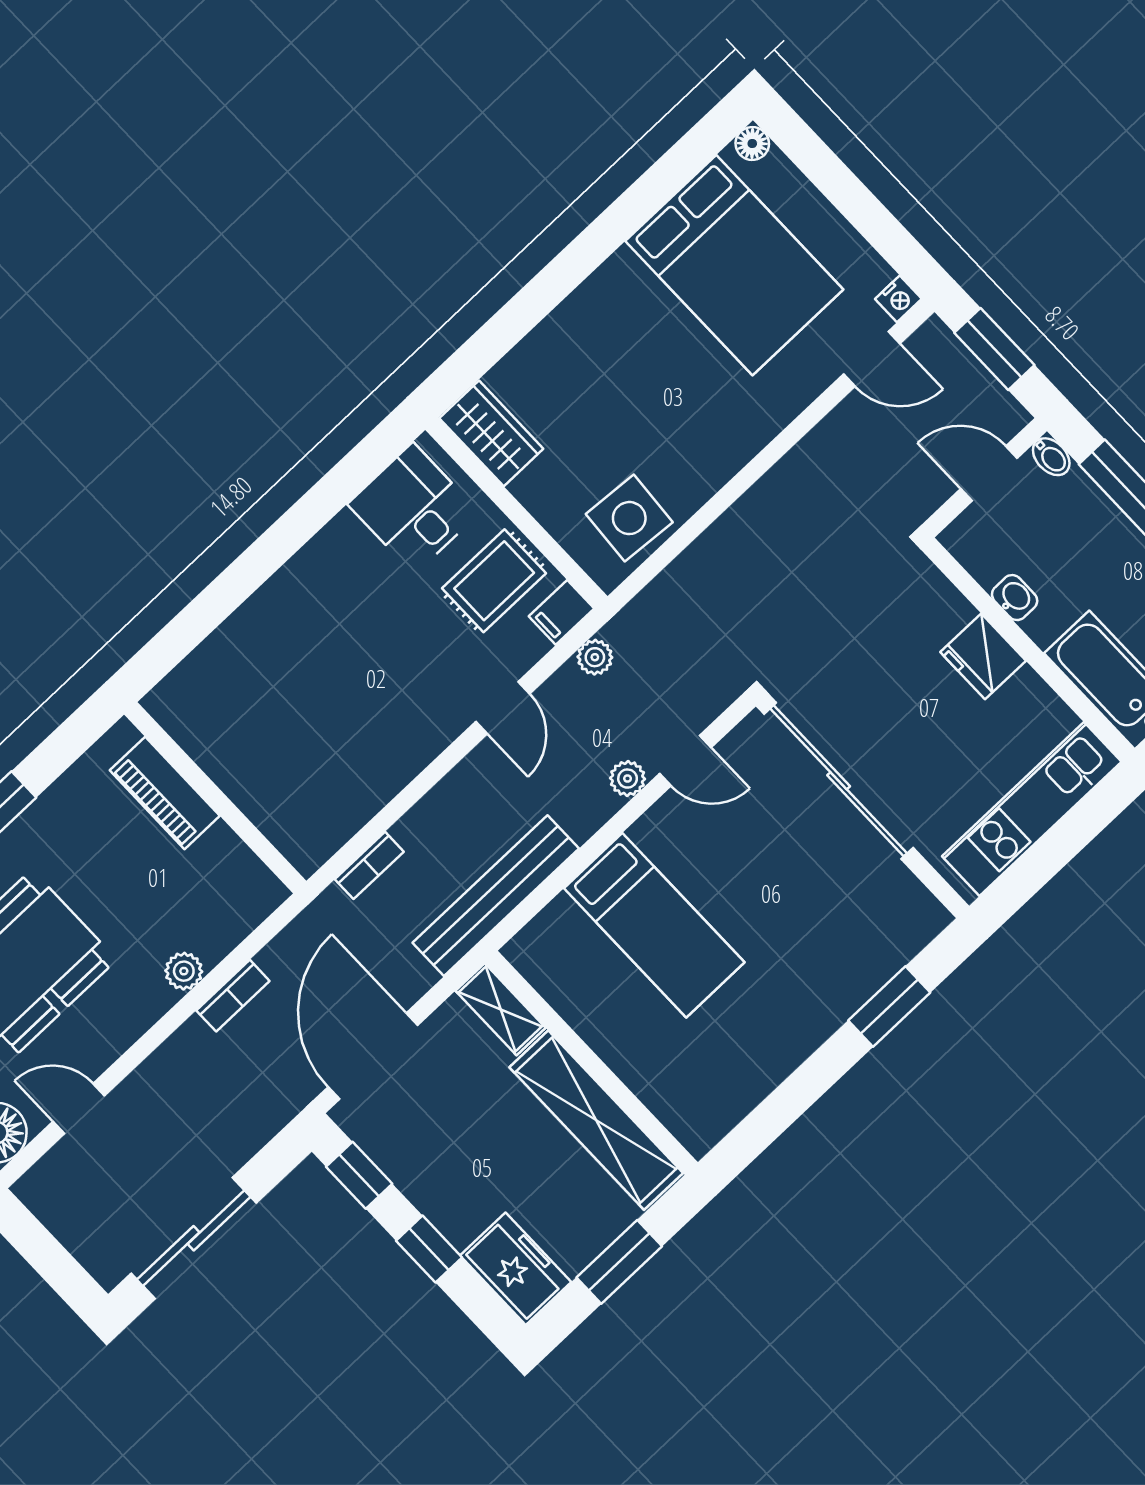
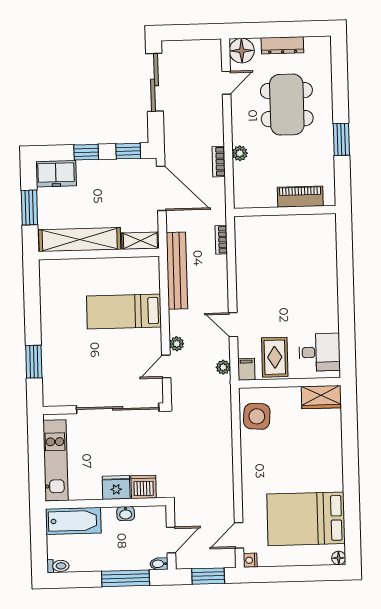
dishwasher: (938, 608) -> (144, 487), added

